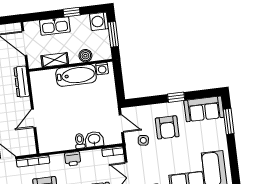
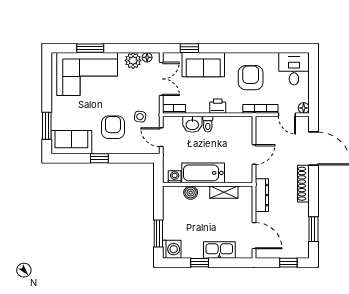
boiler: (85, 56) -> (191, 193), moved
shelving: (55, 60) -> (224, 192), moved
wall: (71, 65) -> (208, 184), moved
washing machine: (102, 69) -> (175, 177), moved
bathtub: (76, 75) -> (203, 173), moved

